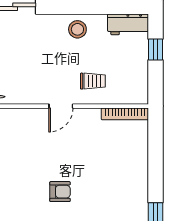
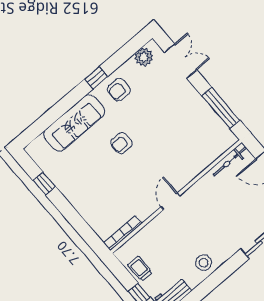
trolley: (93, 81) -> (140, 269), moved, turned 90

